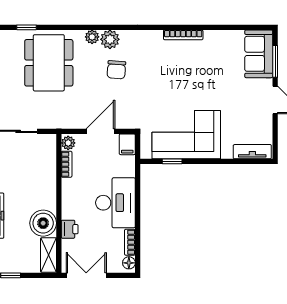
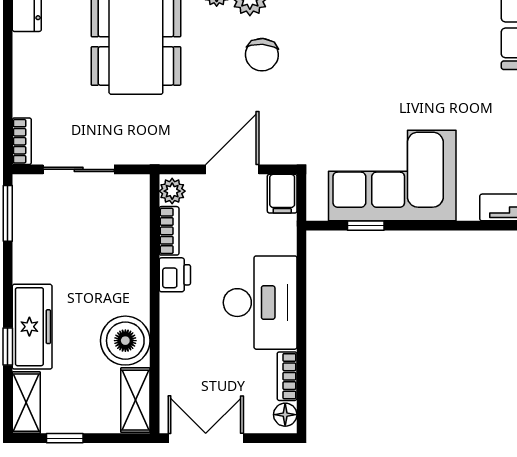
printer: (70, 229) -> (175, 275), moved

